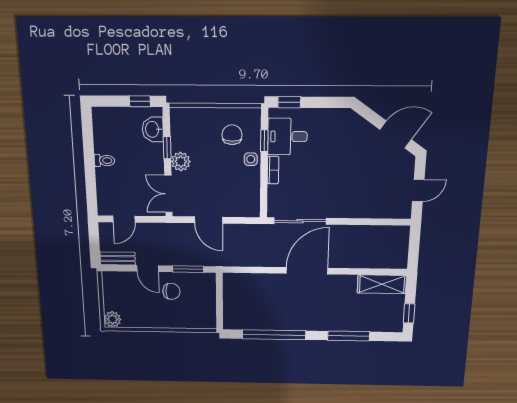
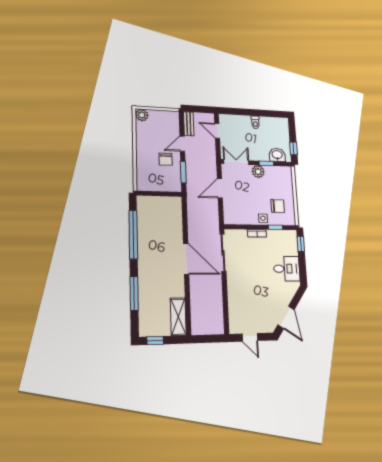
desk: (287, 137) -> (287, 269), moved, turned 90

